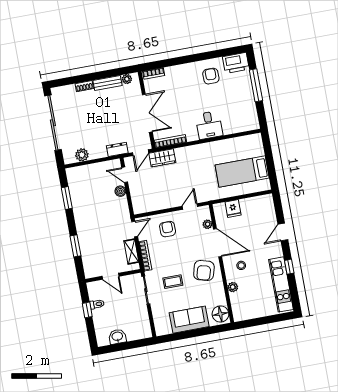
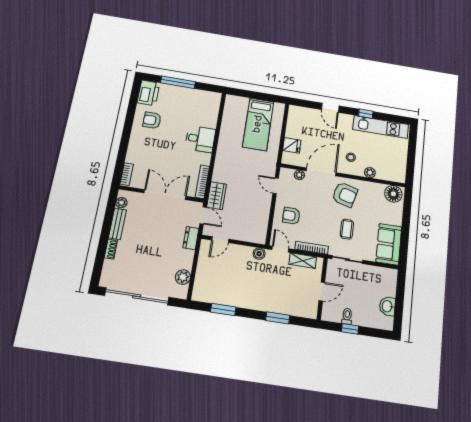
boiler: (120, 191) -> (259, 254), moved
sofa: (189, 320) -> (389, 244), moved

